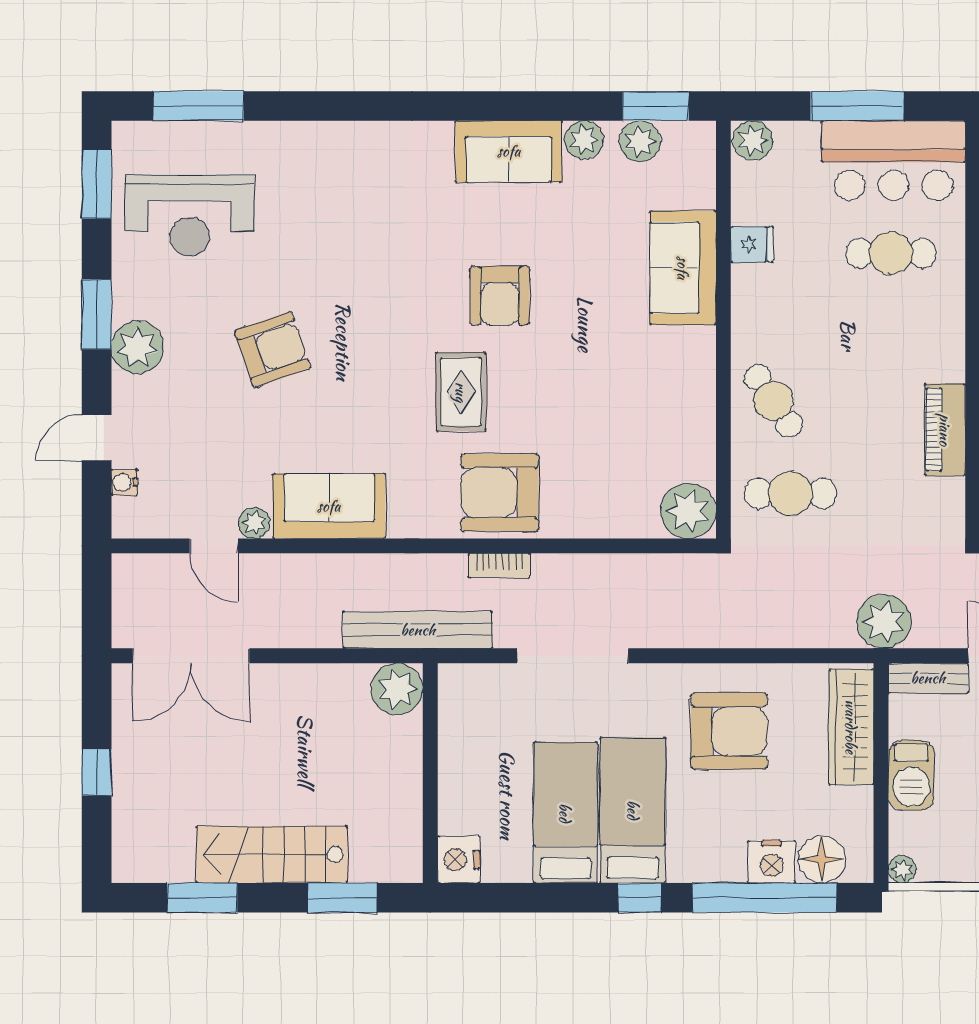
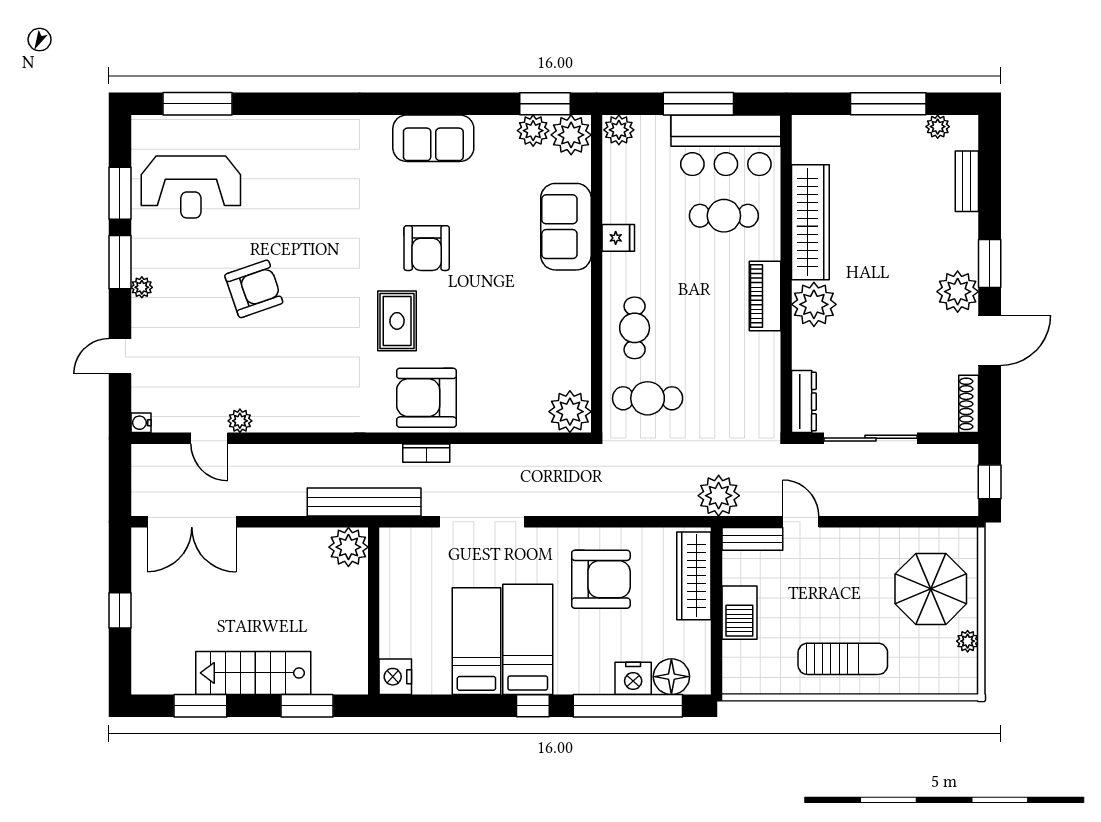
plant: (584, 140) -> (571, 135), moved, width x1.36, depth x1.36
window: (97, 184) -> (120, 193), moved
fridge: (752, 244) -> (618, 238), moved
plant: (137, 347) -> (142, 287), width x0.53, depth x0.53
cafe table: (773, 401) -> (635, 328), turned 34
piano: (945, 430) -> (765, 296), moved
water cooler: (124, 482) -> (141, 423), moved
sofa: (329, 506) -> (297, 408), removed
plant: (902, 869) -> (732, 684), removed

